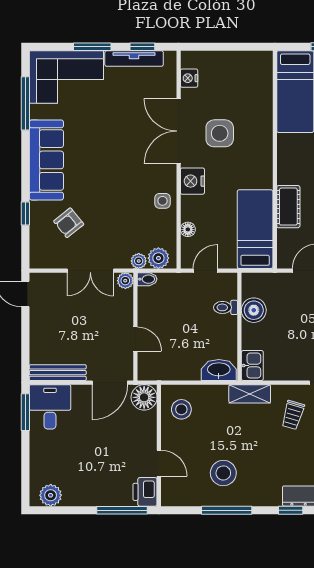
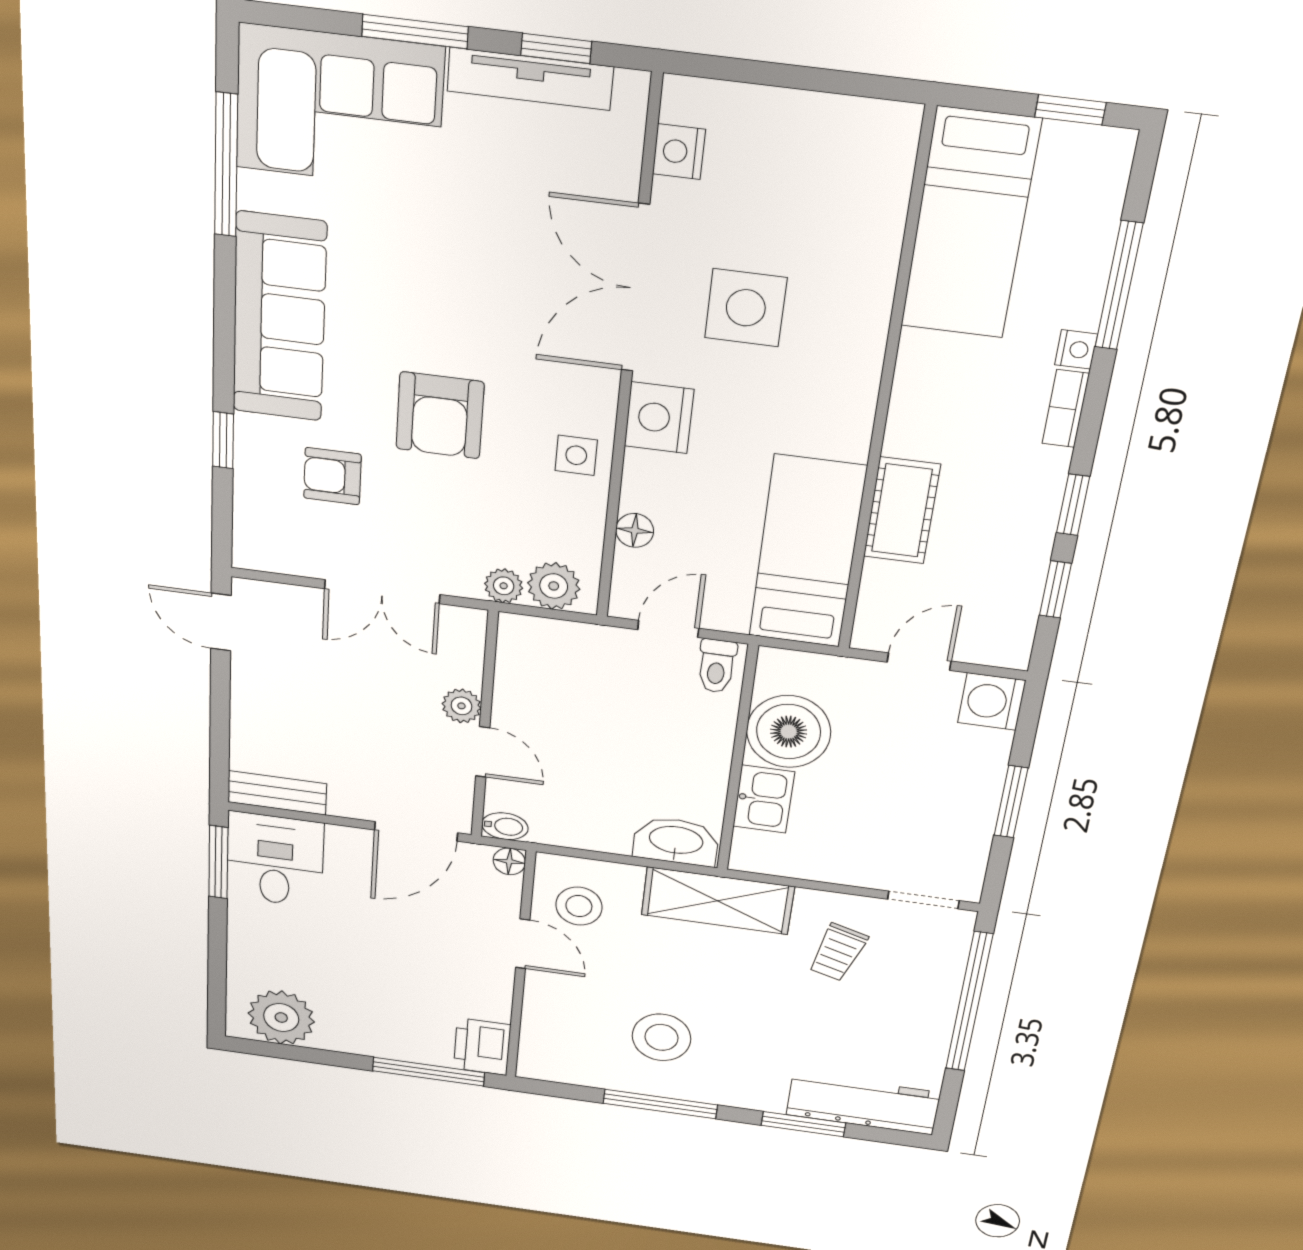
armchair: (109, 191) -> (440, 415), added
armchair: (69, 223) -> (332, 476), turned 39
bidet: (147, 279) -> (505, 826), moved
plant: (125, 281) -> (461, 706), moved
toilet: (226, 307) -> (717, 666), moved, turned -90
boiler: (254, 310) -> (789, 732), width x1.37, depth x1.37
kitchen sink: (252, 366) -> (764, 799), moved
bench: (58, 373) -> (277, 793), width x0.73
shelving: (250, 394) -> (718, 901), width x1.50, depth x1.33
floor lamp: (144, 397) -> (509, 861), width x0.53, depth x0.53
door: (159, 463) -> (523, 944), moved
plant: (51, 495) -> (281, 1018), width x1.36, depth x1.36
window: (291, 510) -> (803, 1124), width x1.50

